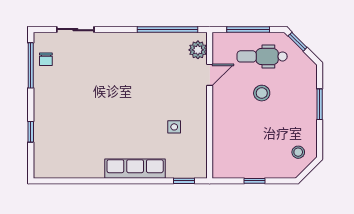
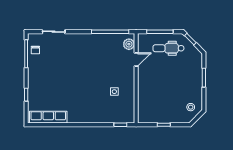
stool: (262, 93) -> (168, 71), removed
row of seats: (135, 169) -> (48, 117), moved

